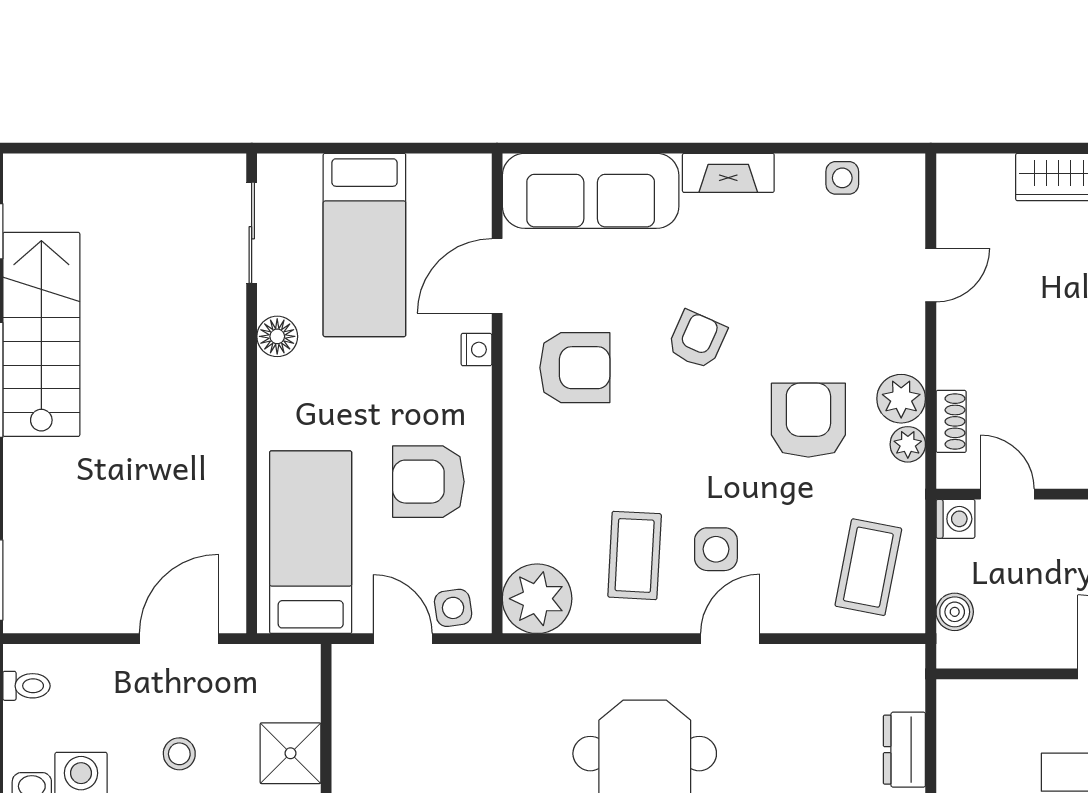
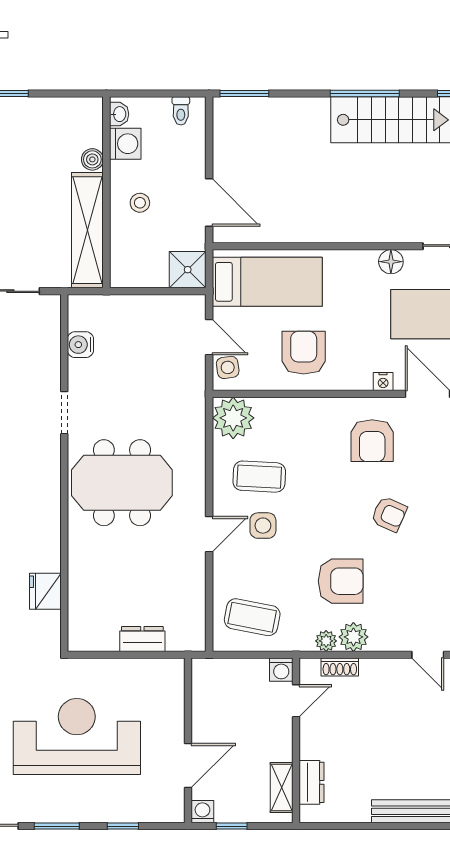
boiler: (955, 612) -> (225, 669), removed
door: (403, 639) -> (209, 337), hinge flipped
door: (730, 639) -> (209, 534), hinge flipped
shower: (290, 753) -> (188, 270), moved

